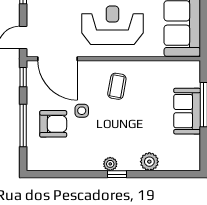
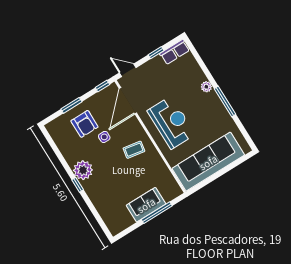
window: (23, 126) -> (71, 105), width x0.69
plant: (149, 162) -> (99, 201), removed
plant: (110, 164) -> (83, 170), width x1.88, depth x1.88

